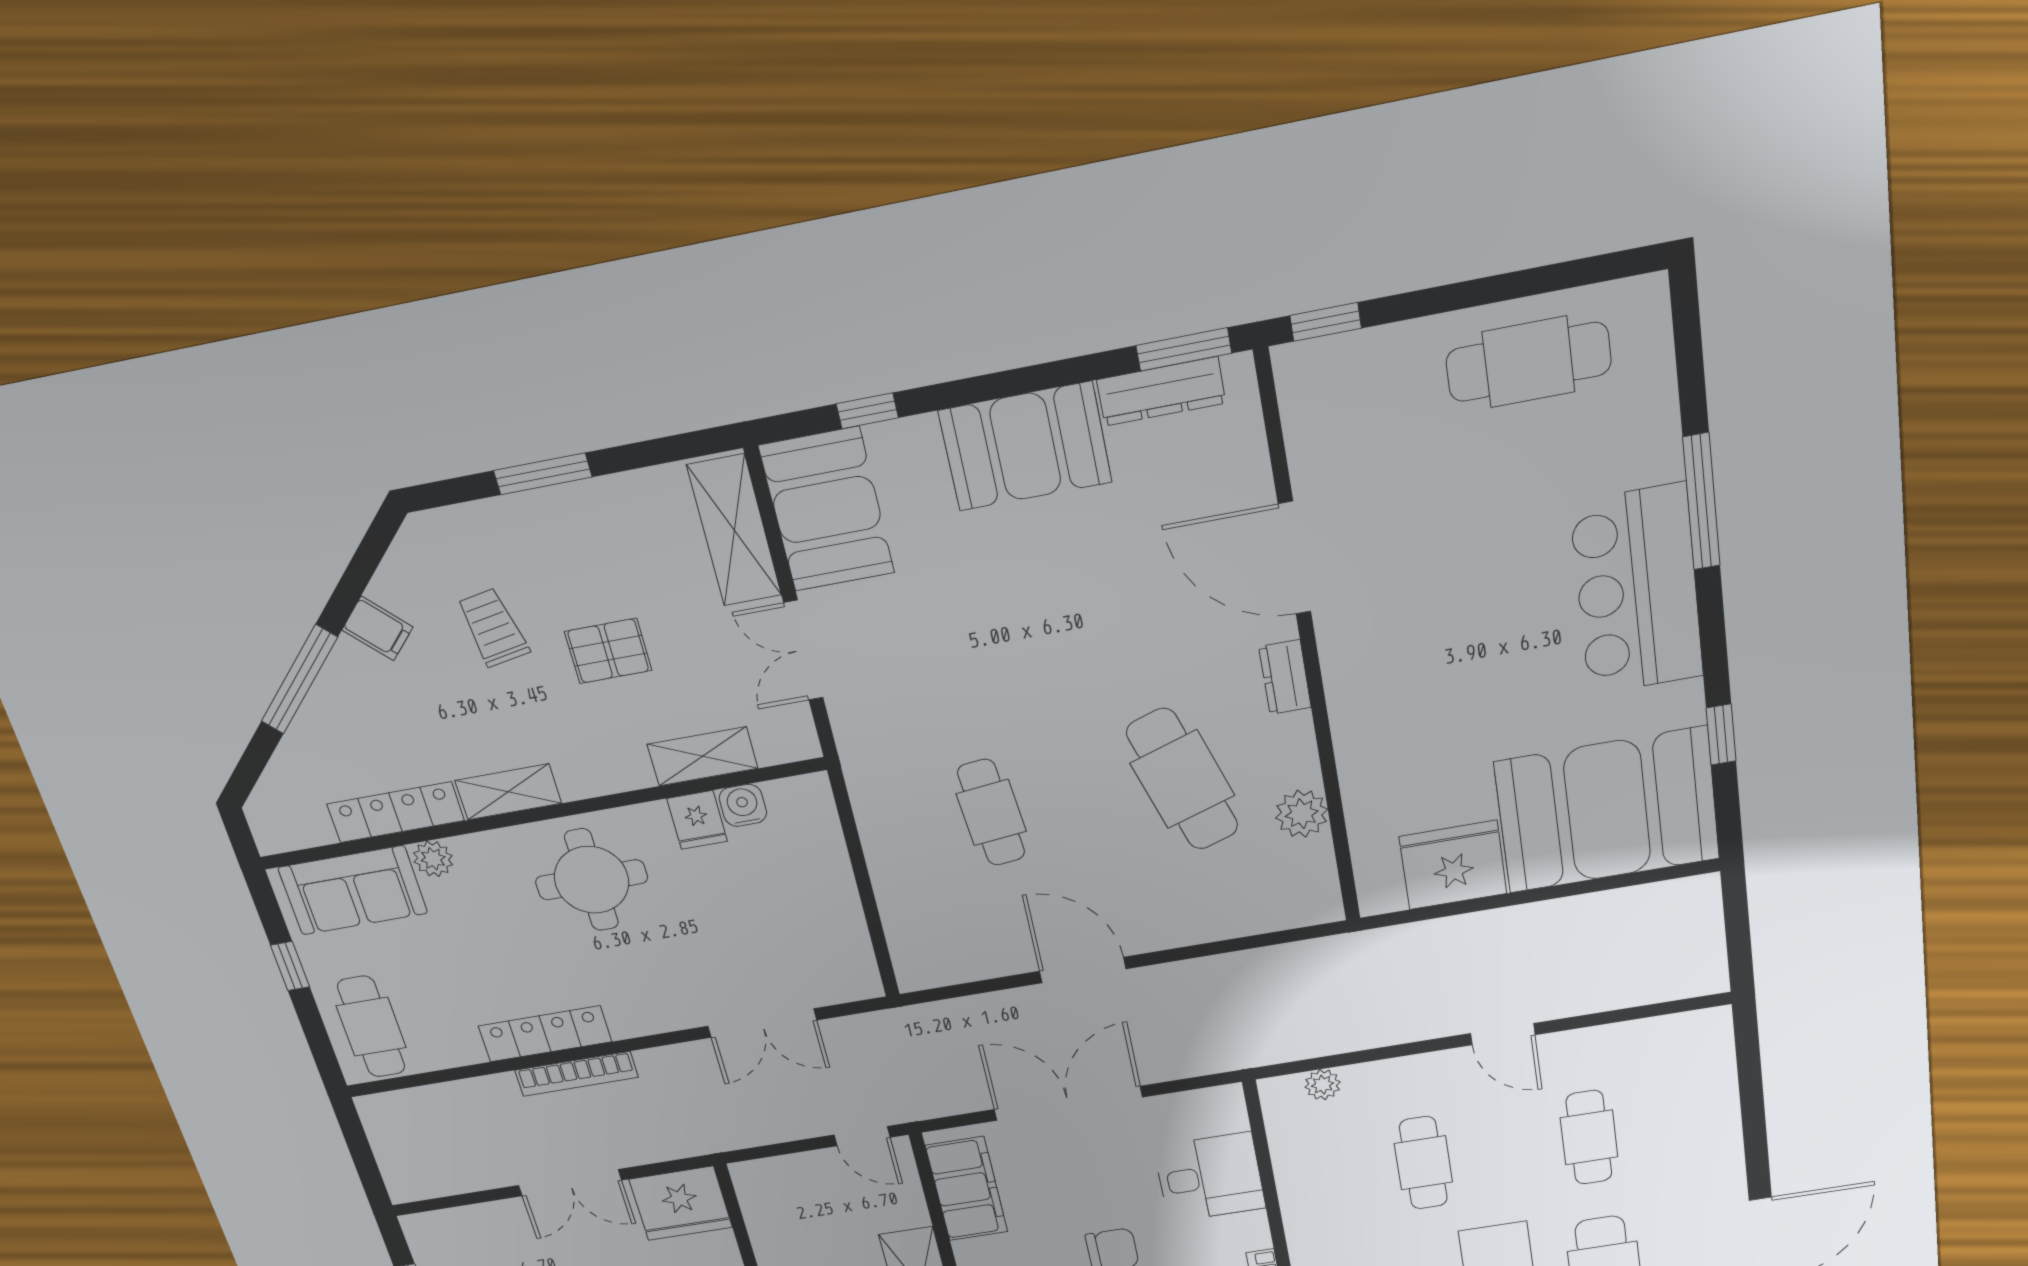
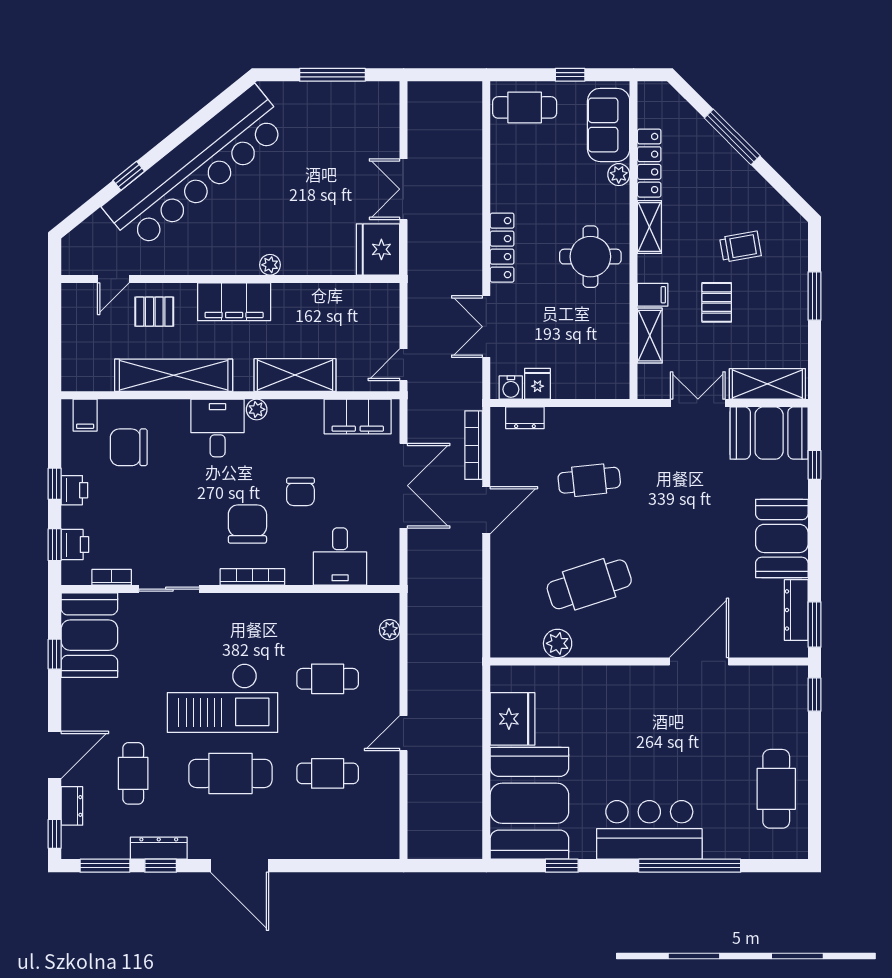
window: (1701, 502) -> (690, 866), width x1.46
filing cabinet: (377, 628) -> (653, 295), moved, turned -135
dresser: (1285, 677) -> (525, 418), moved, turned 180
water cooler: (743, 805) -> (511, 388), moved, turned 90
fridge: (697, 820) -> (537, 384), moved, turned 90
locker: (545, 1034) -> (502, 248), moved
bookcase: (577, 1074) -> (474, 445), moved

